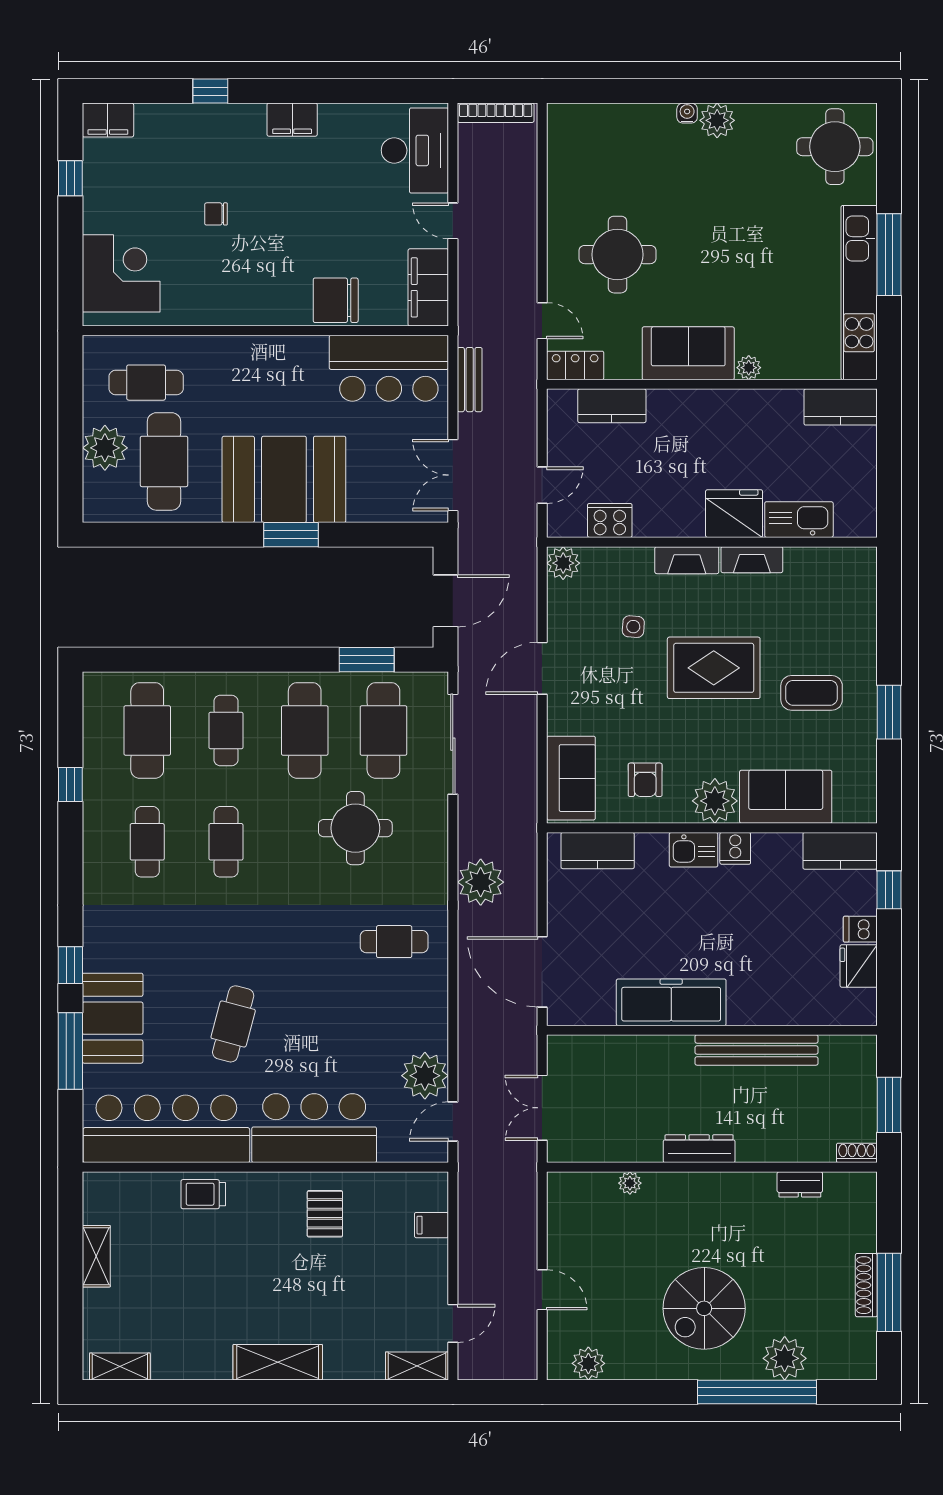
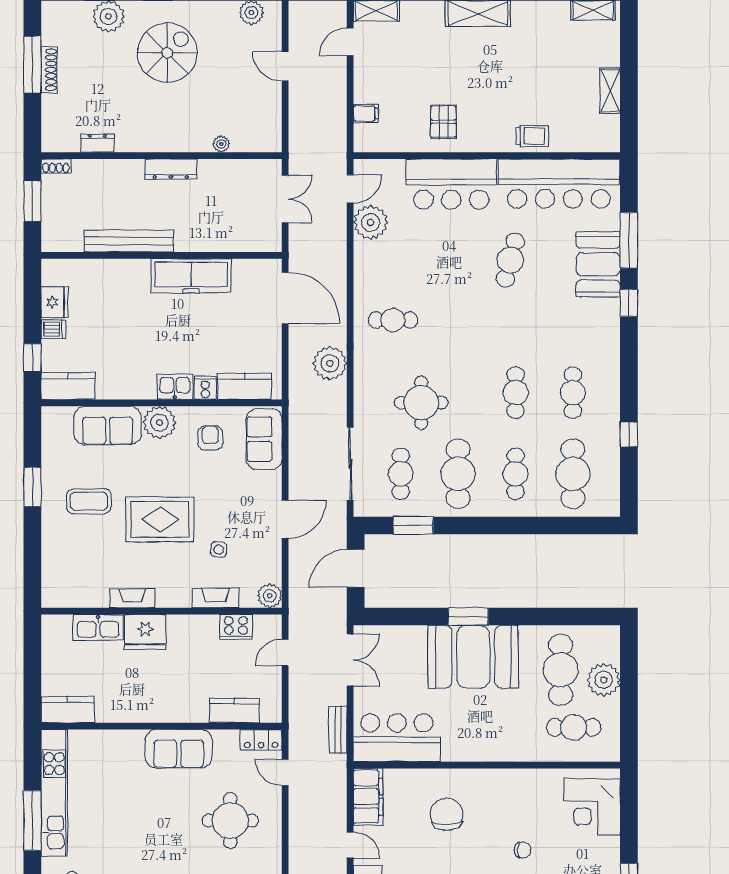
chair: (336, 300) -> (447, 814), moved, turned -91
plant: (749, 368) -> (135, 738), removed
fireplace: (687, 560) -> (216, 598), moved
cafe table: (383, 730) -> (401, 474), width x0.73, depth x0.74
cooker: (735, 848) -> (205, 388), moved

